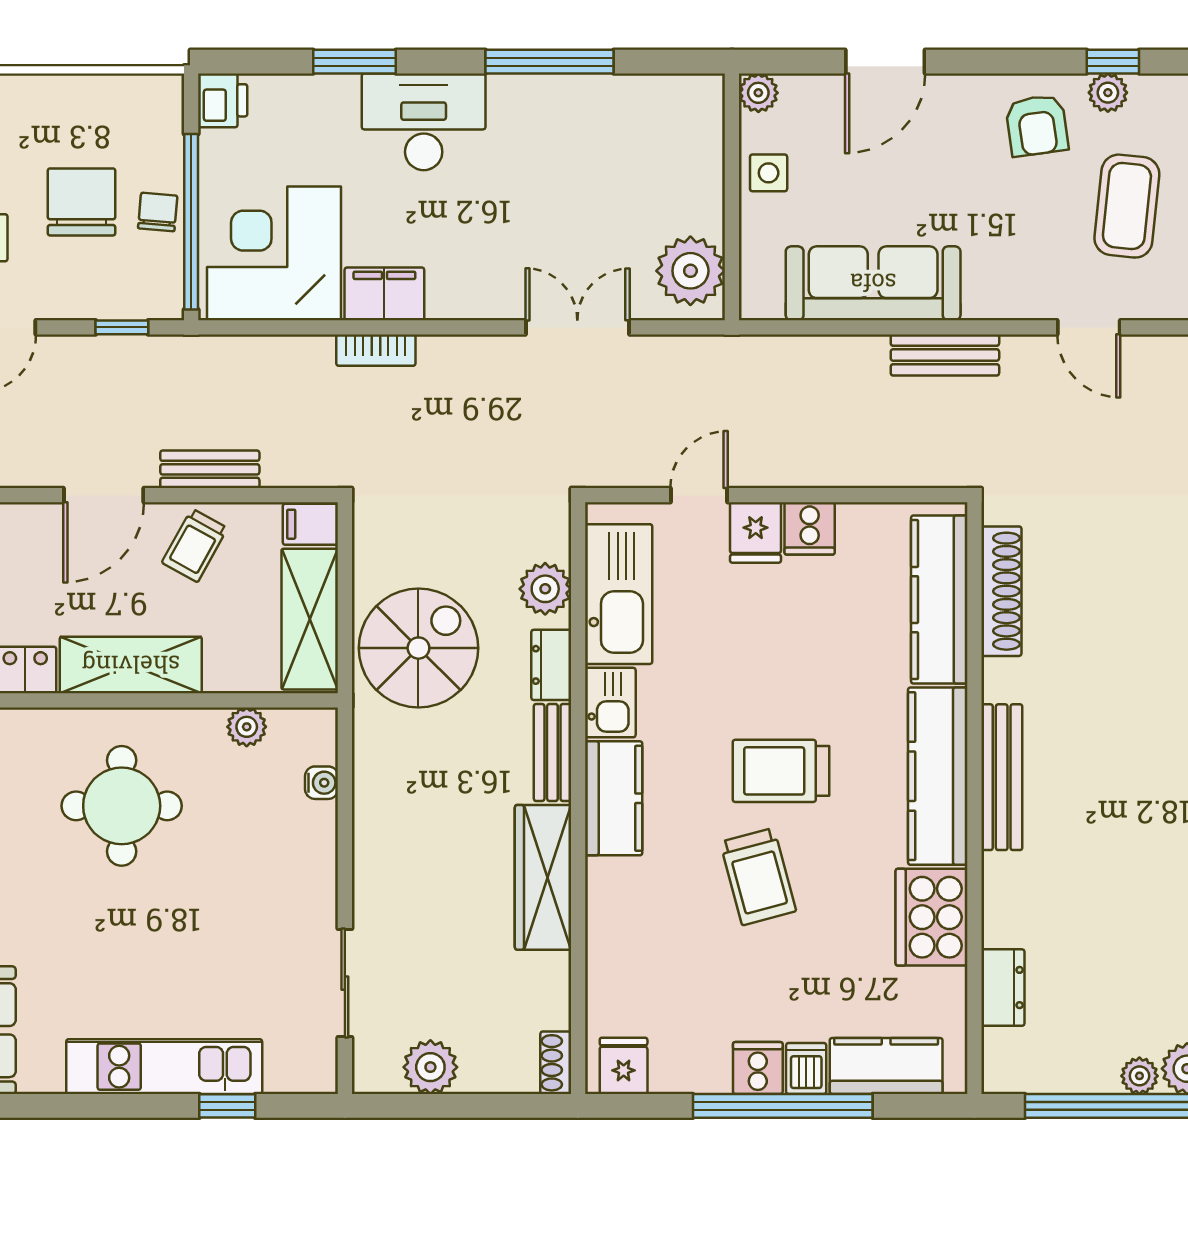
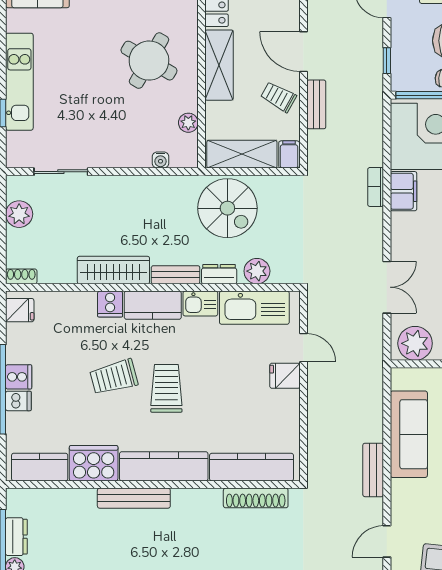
cooker: (810, 528) -> (110, 304), moved, turned -90
bench: (1002, 777) -> (134, 498), moved
round table: (122, 806) -> (149, 61), turned 30
dresser: (1003, 988) -> (16, 537), moved, turned -90
kitchen counter: (886, 1066) -> (40, 467), moved, turned -90

